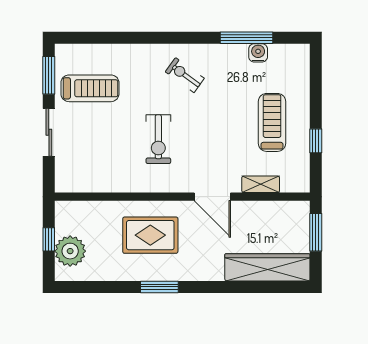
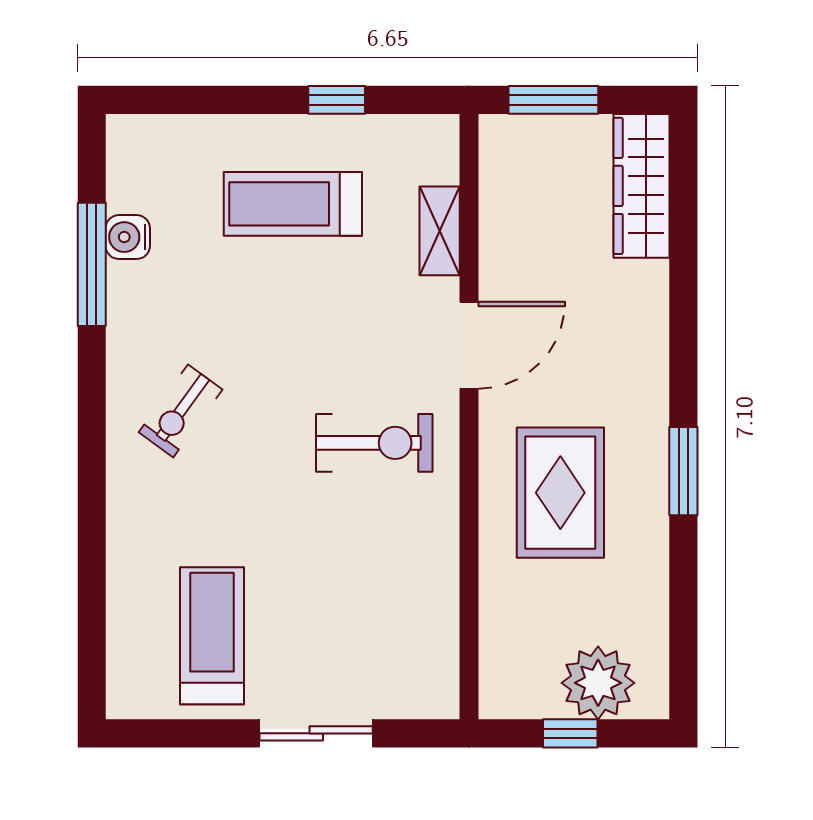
window: (49, 75) -> (181, 733), removed
exercise bike: (158, 139) -> (374, 443), moved
wardrobe: (267, 267) -> (641, 186), width x0.71, depth x0.85

